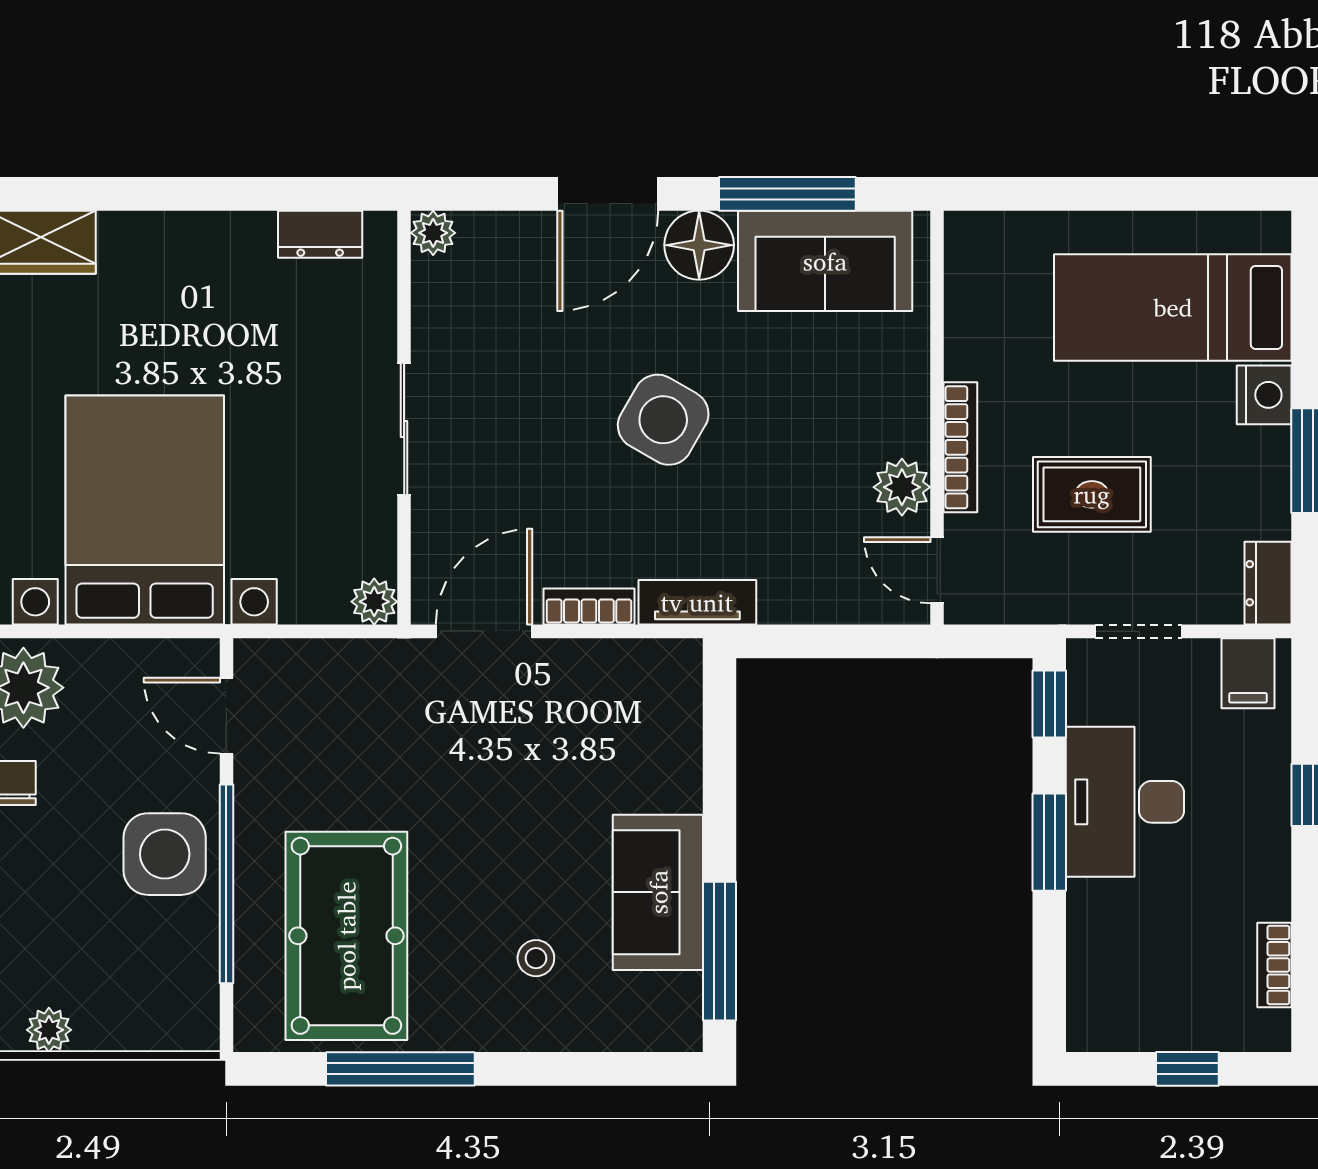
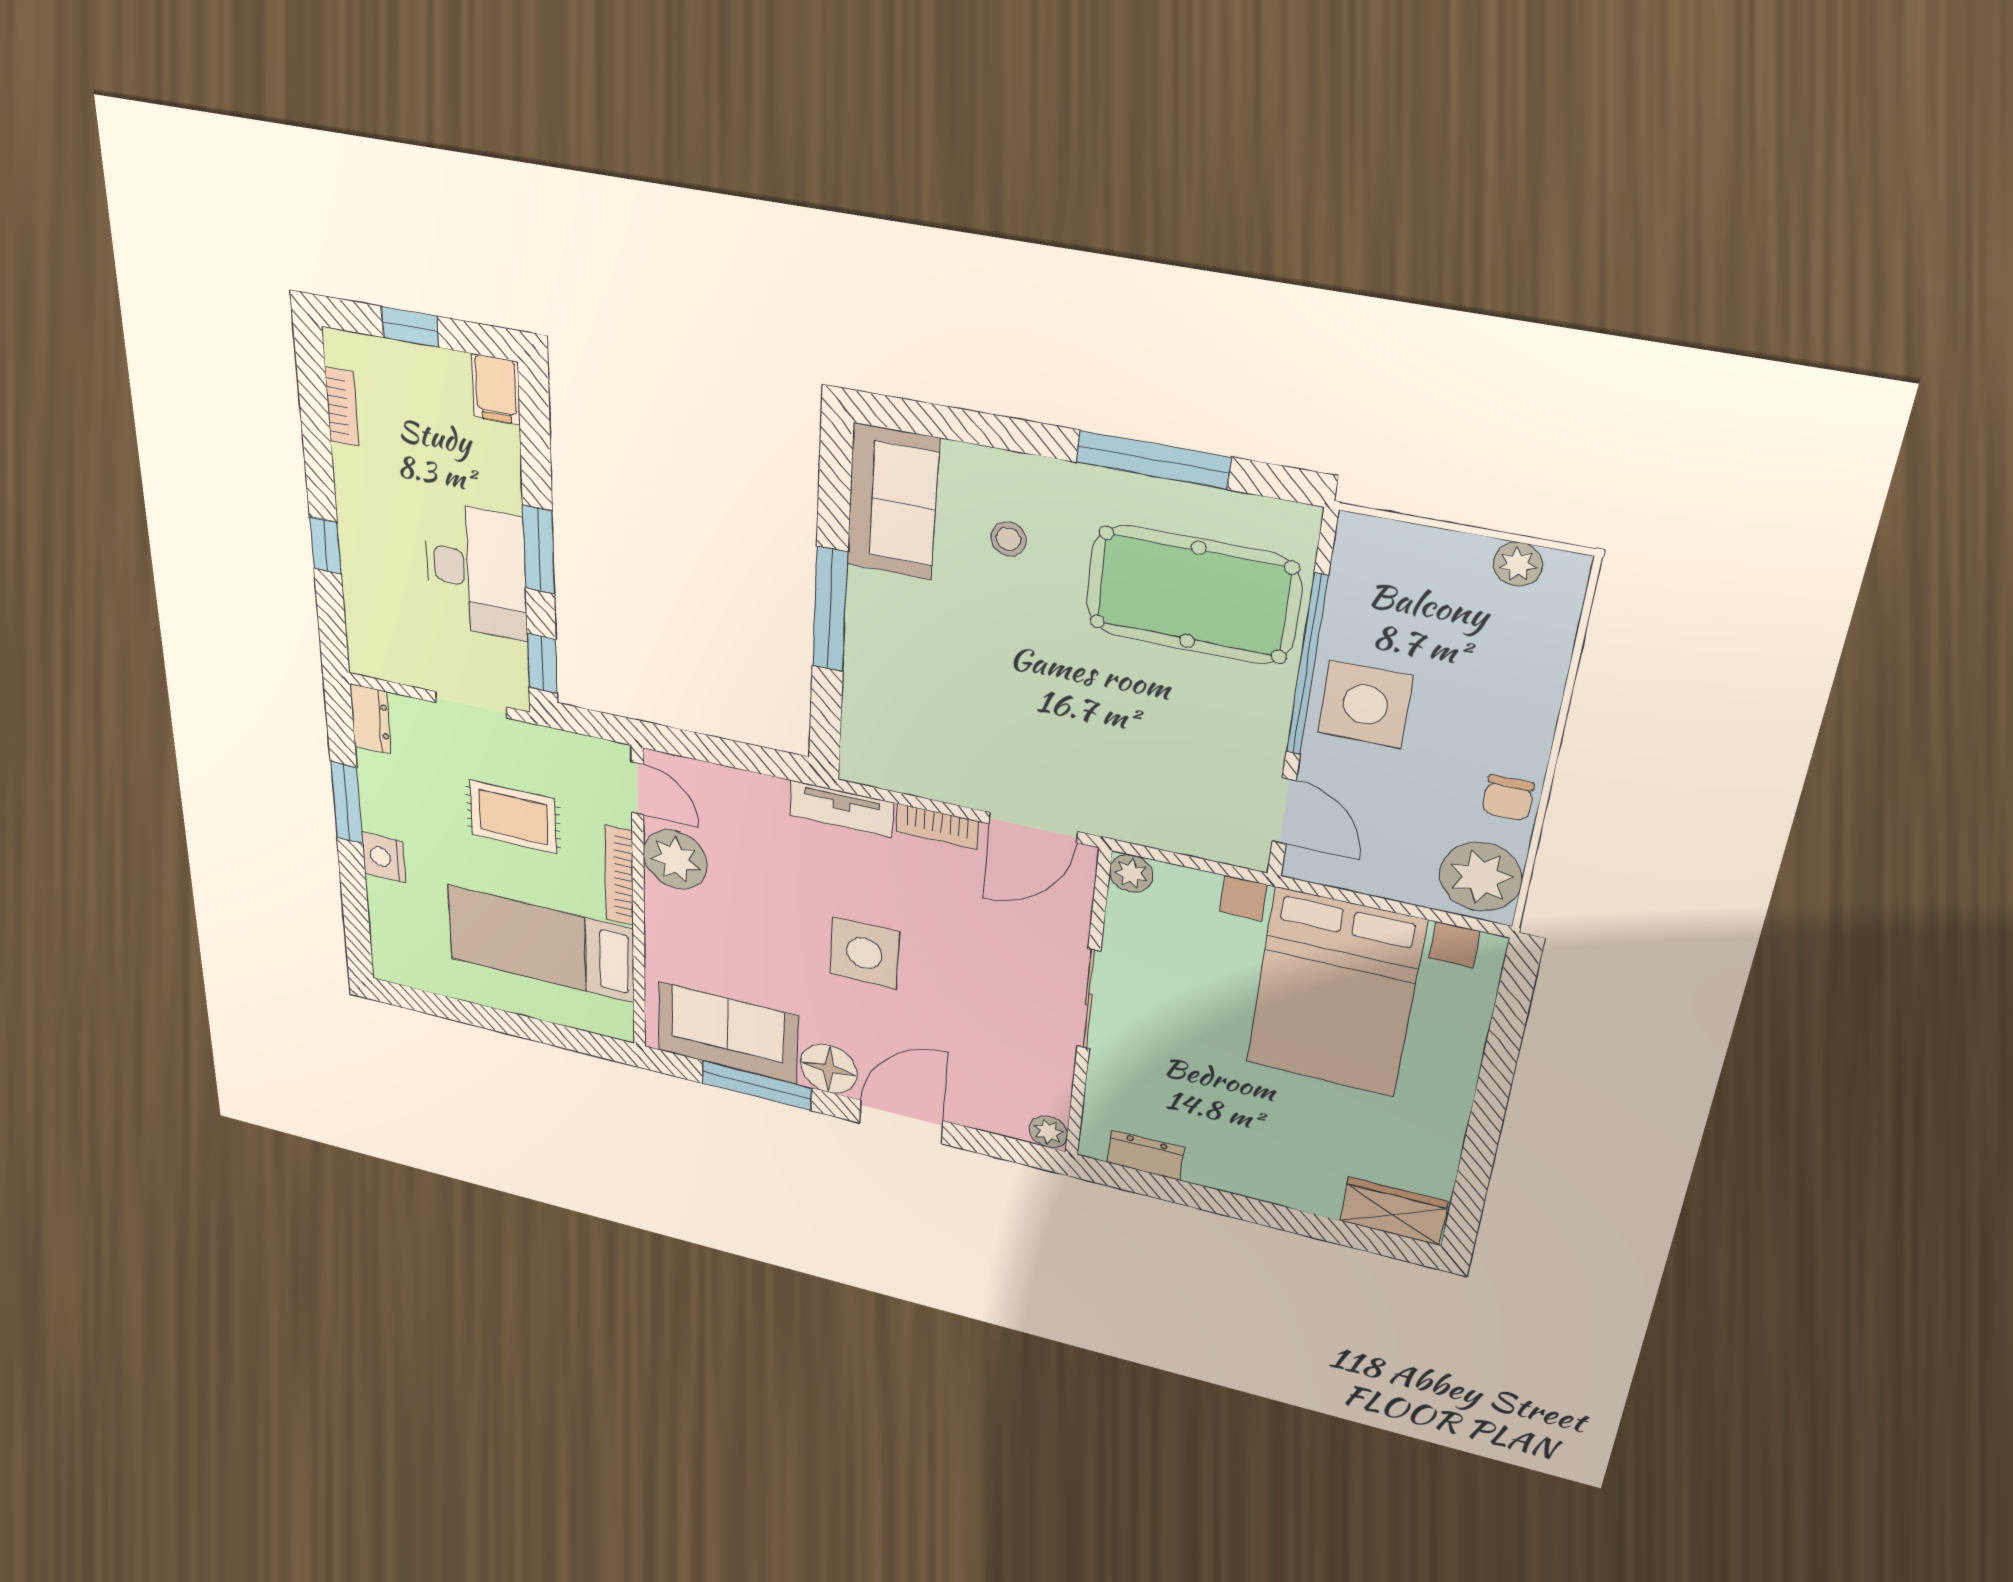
bed: (1173, 307) -> (541, 944), moved, turned 180
side table: (663, 420) -> (864, 953), turned -30
plant: (902, 487) -> (675, 859), width x1.36, depth x1.36
filing cabinet: (1248, 673) -> (496, 389), moved, turned 180
sofa: (658, 892) -> (893, 502), moved
pool table: (346, 936) -> (1193, 595), turned 90
window: (719, 951) -> (830, 609), moved

